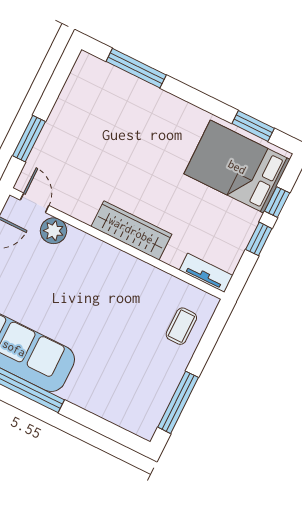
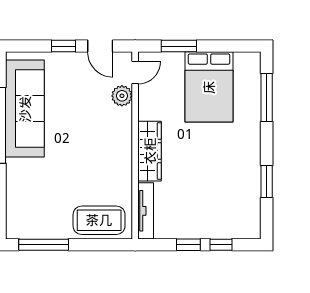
window: (253, 126) -> (267, 181), moved
bed: (237, 167) -> (209, 87), moved, turned 180
tv unit: (206, 273) -> (146, 211), width x1.41
coffee table: (181, 326) -> (99, 220), width x1.86, depth x1.72

